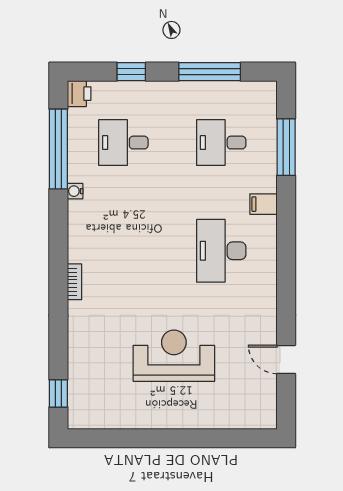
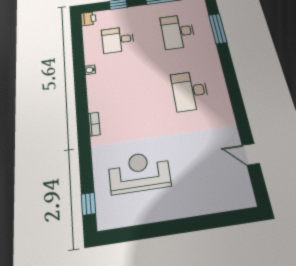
desk: (221, 143) -> (178, 32), width x1.37
window: (58, 149) -> (78, 48), removed
filing cabinet: (263, 204) -> (211, 60), removed
reception desk: (174, 356) -> (139, 172), moved

